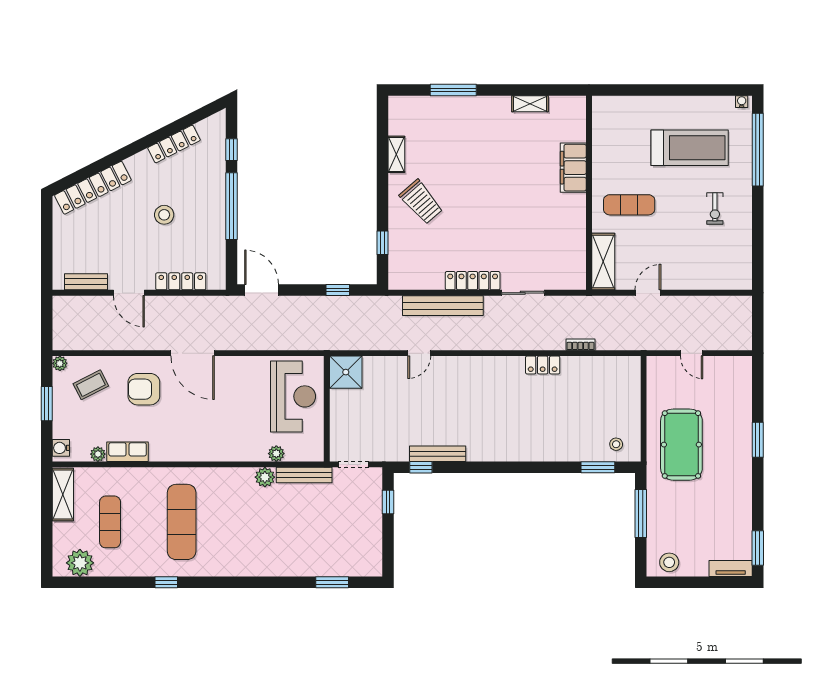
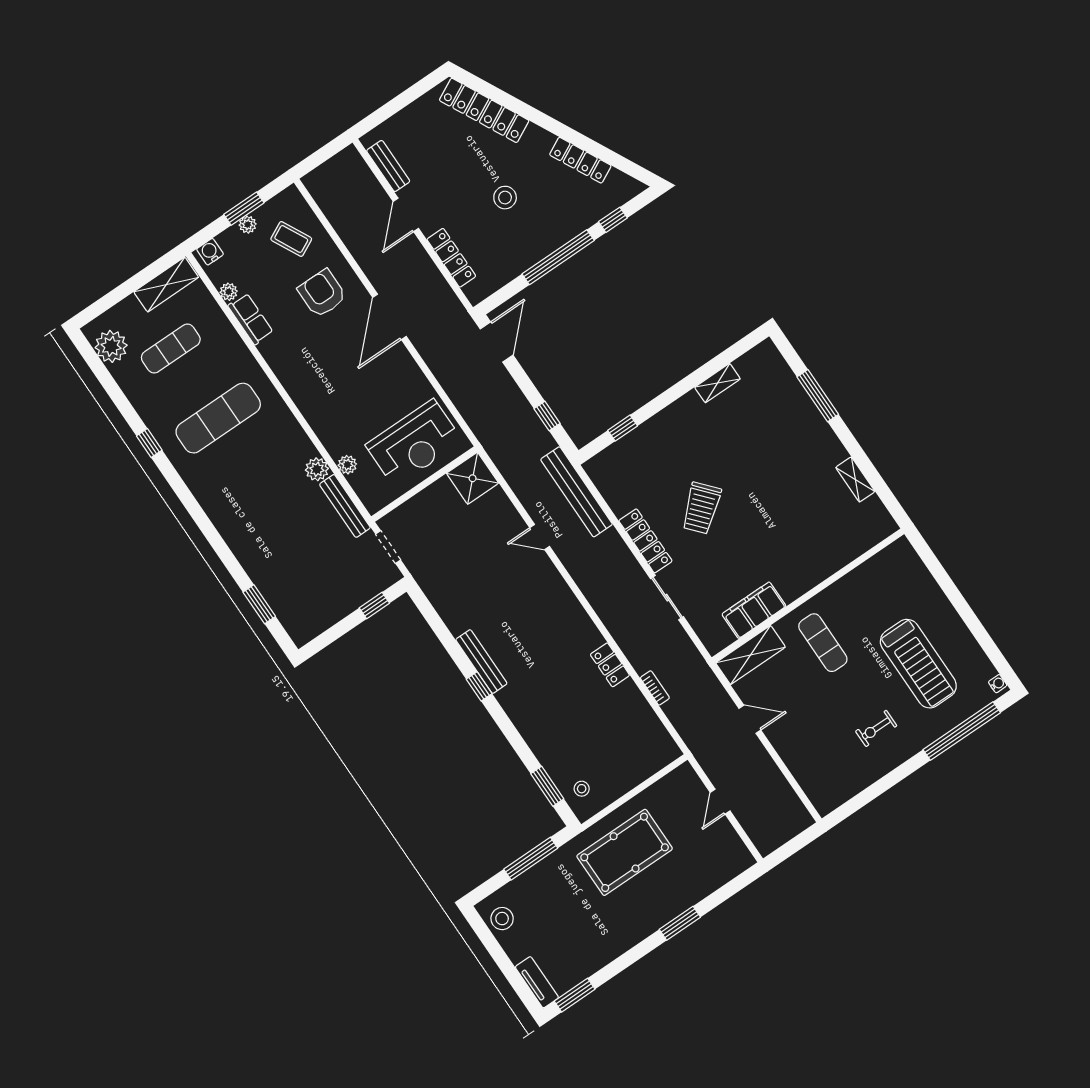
filing cabinet: (573, 168) -> (754, 610), moved
trolley: (421, 202) -> (701, 508), moved
bench: (443, 306) -> (577, 492), moved
plant: (60, 363) -> (248, 225), moved
bench: (438, 454) -> (481, 662), moved
window: (421, 467) -> (479, 686), moved

